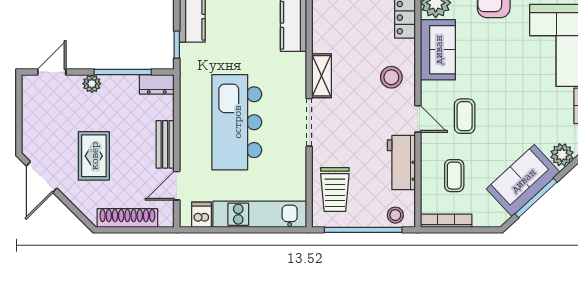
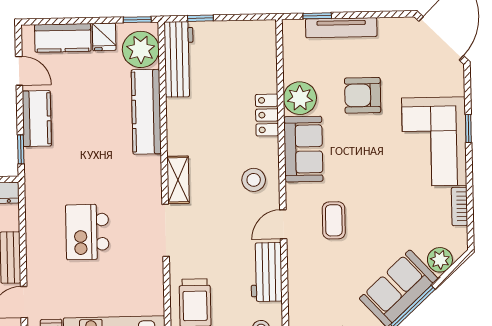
door: (418, 119) -> (283, 224), swing flipped
kitchen island: (237, 122) -> (87, 232), width x0.54, depth x0.78
coffee table: (454, 176) -> (324, 285), removed

